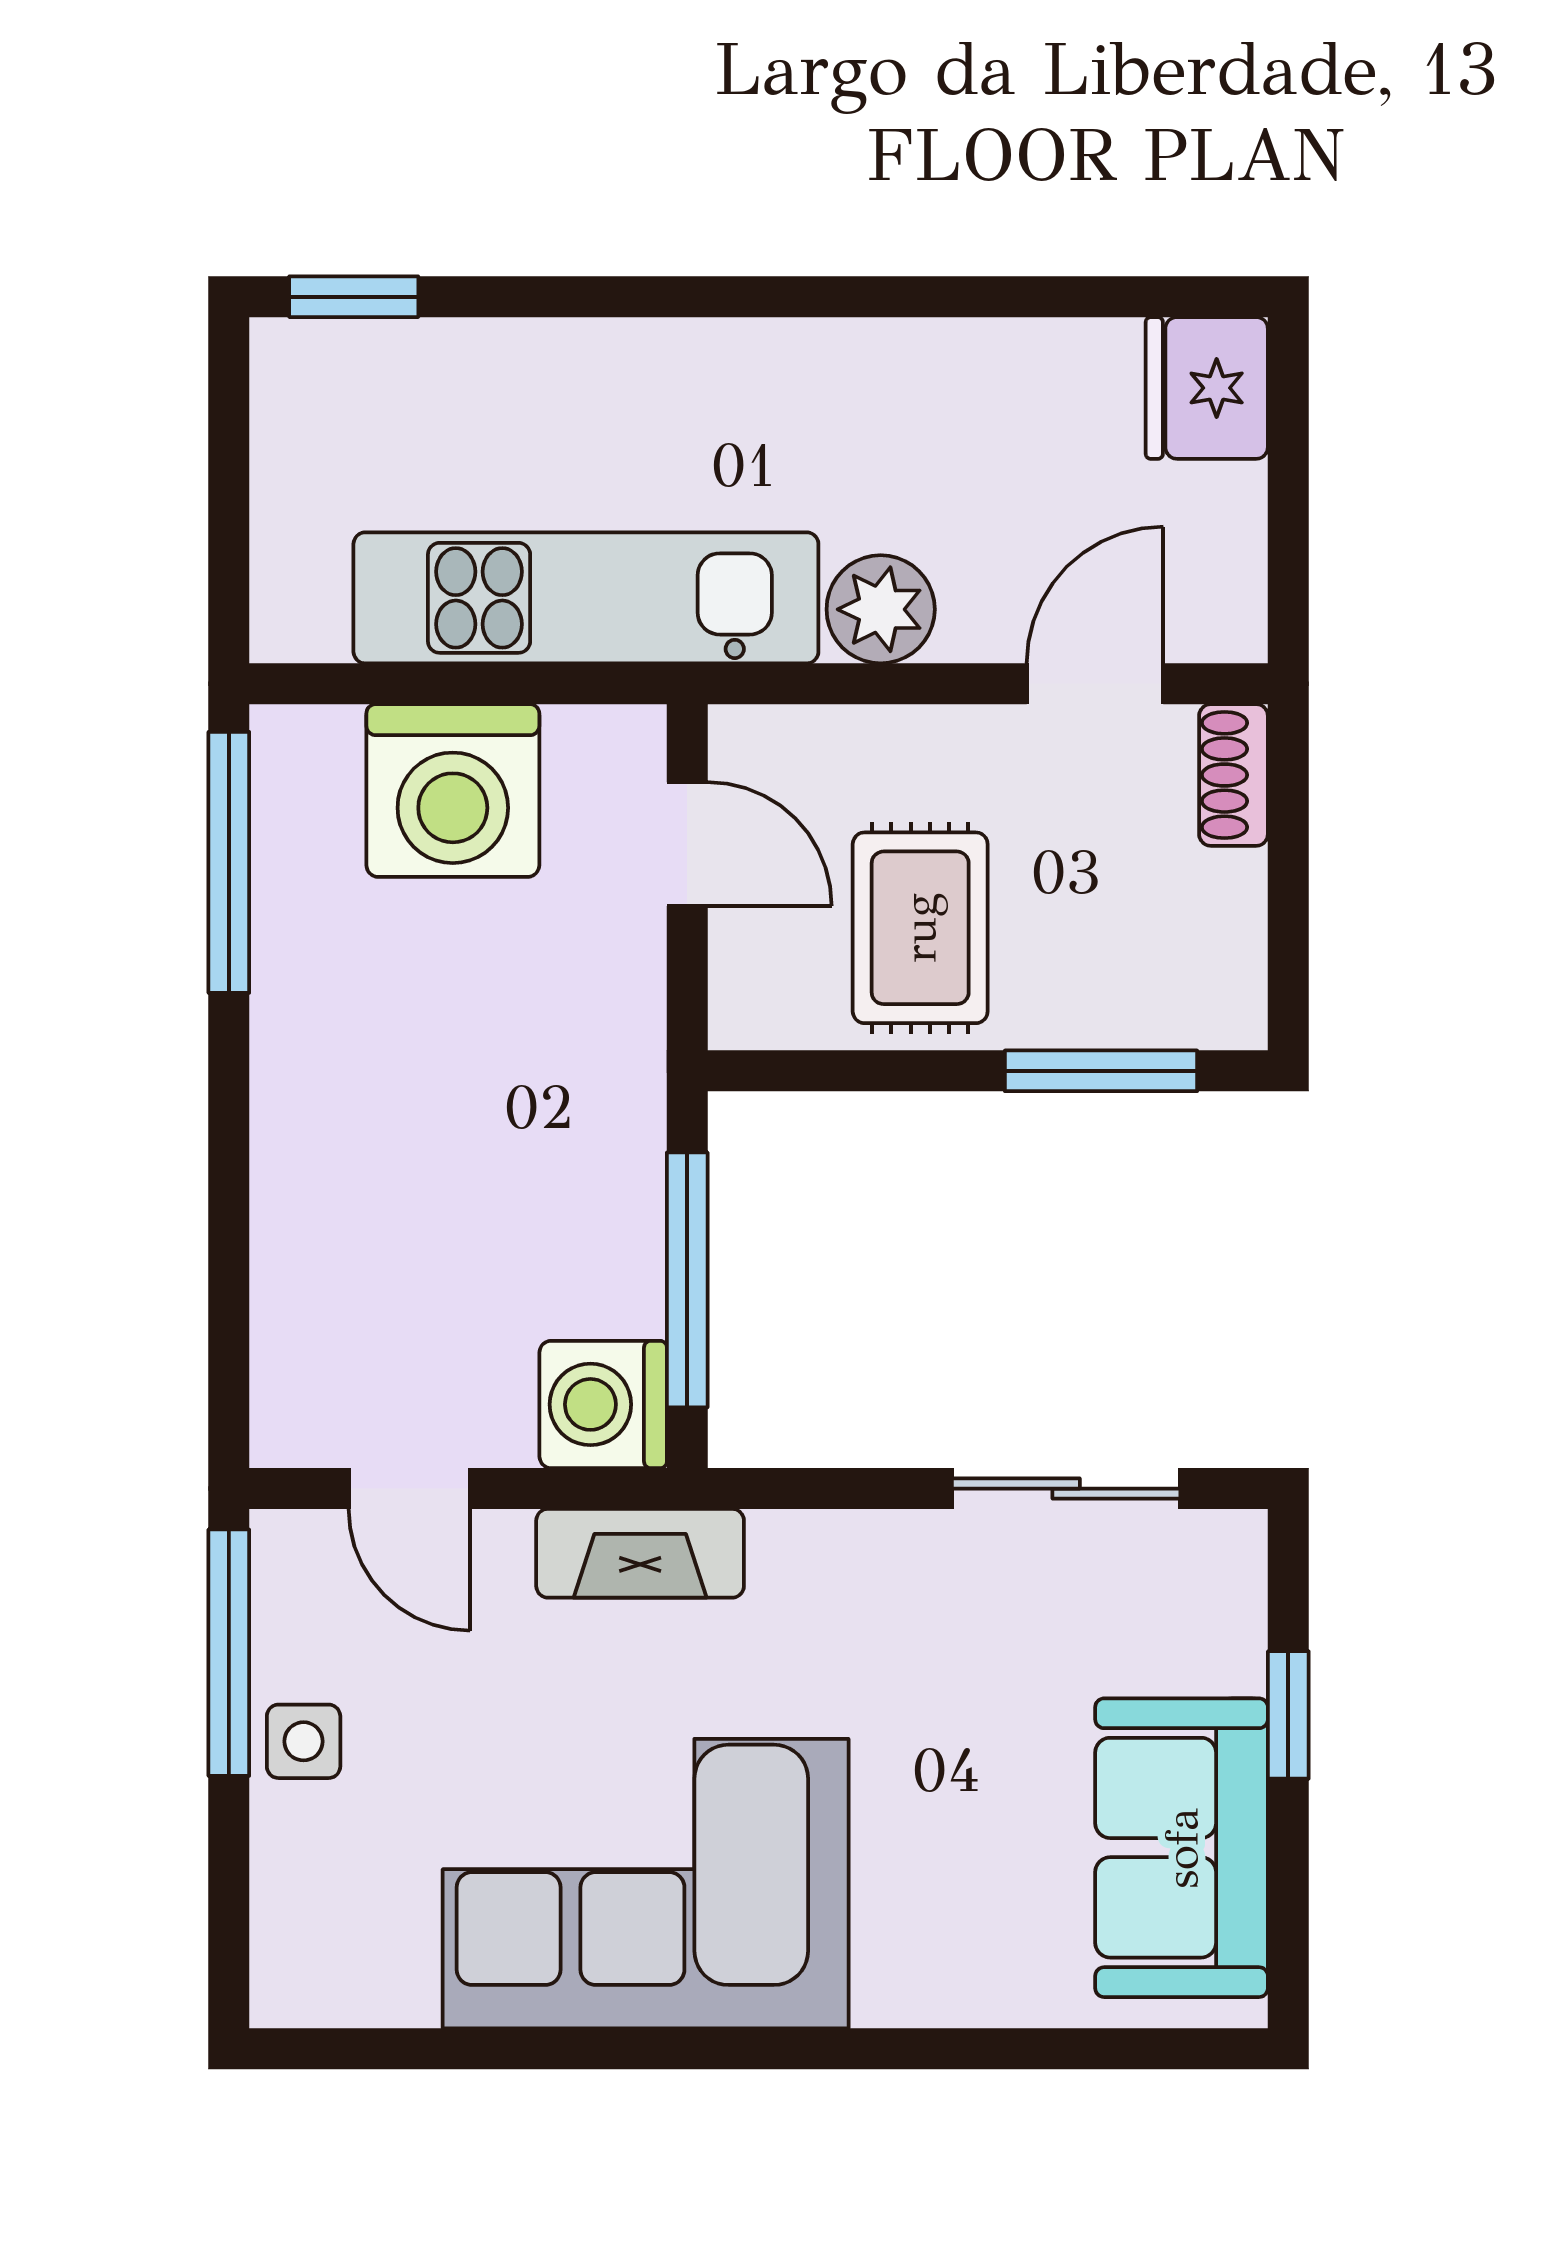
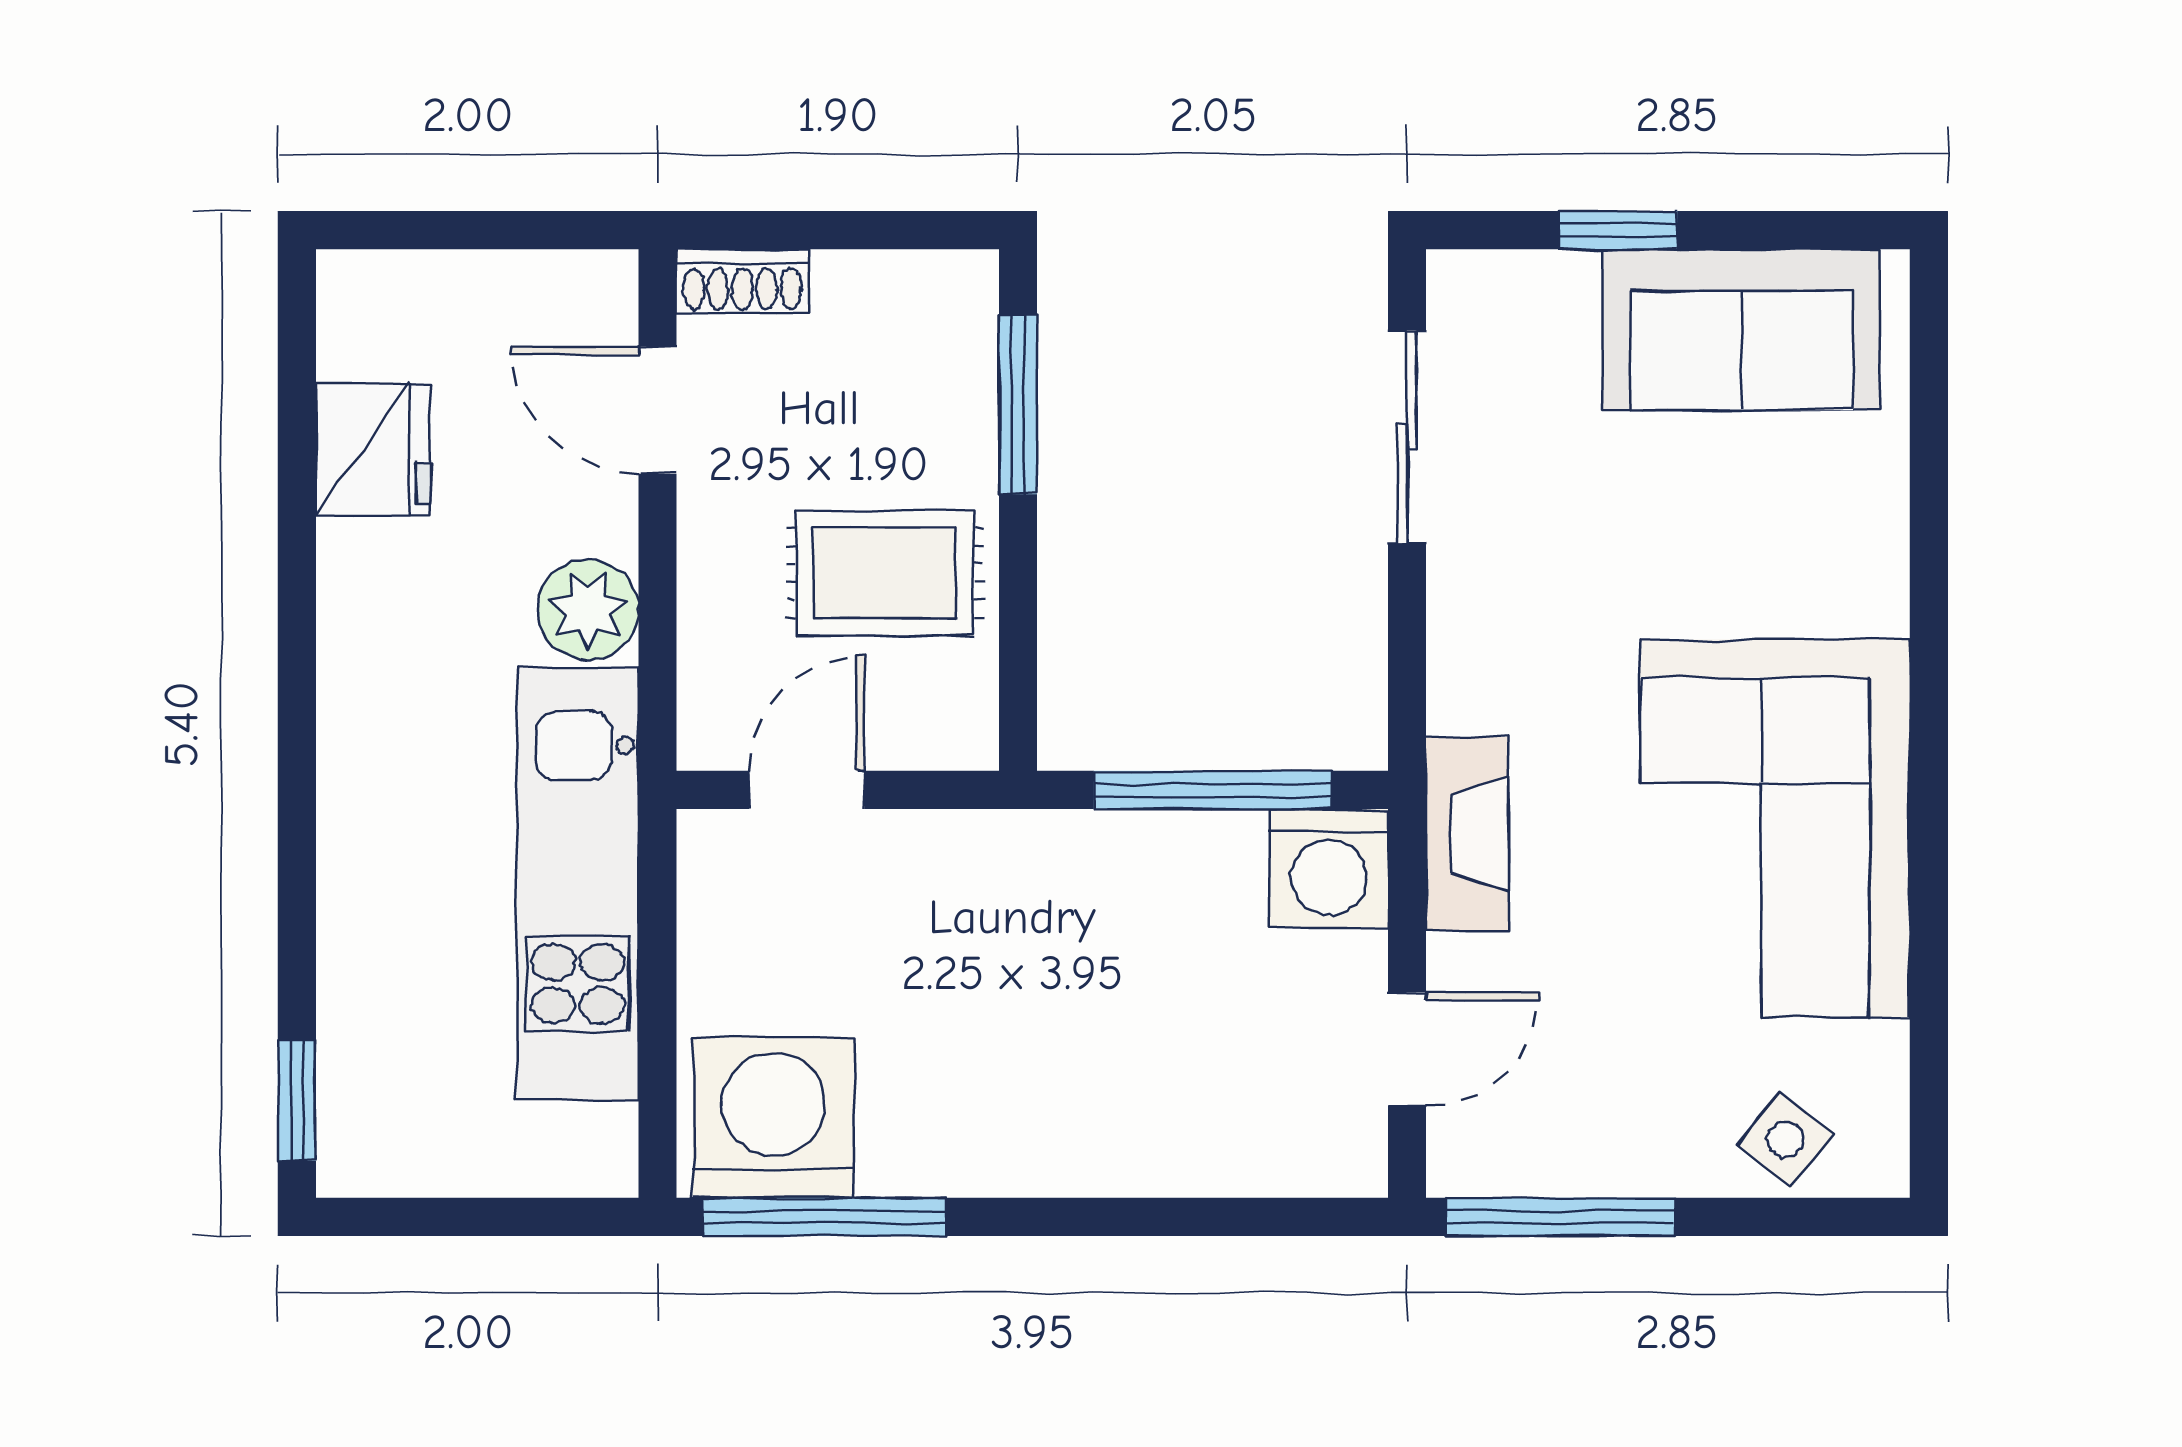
fridge: (1207, 388) -> (373, 449), moved, turned -90
washing machine: (453, 791) -> (773, 1117), moved, turned -90
side table: (304, 1741) -> (1786, 1140), moved, turned 38

